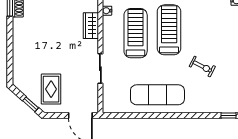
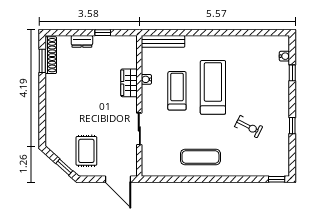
water cooler: (107, 11) -> (146, 79), moved
treadmill: (136, 33) -> (177, 91), width x0.73, depth x0.73
exercise mat: (157, 95) -> (200, 157), width x0.73, depth x0.69

